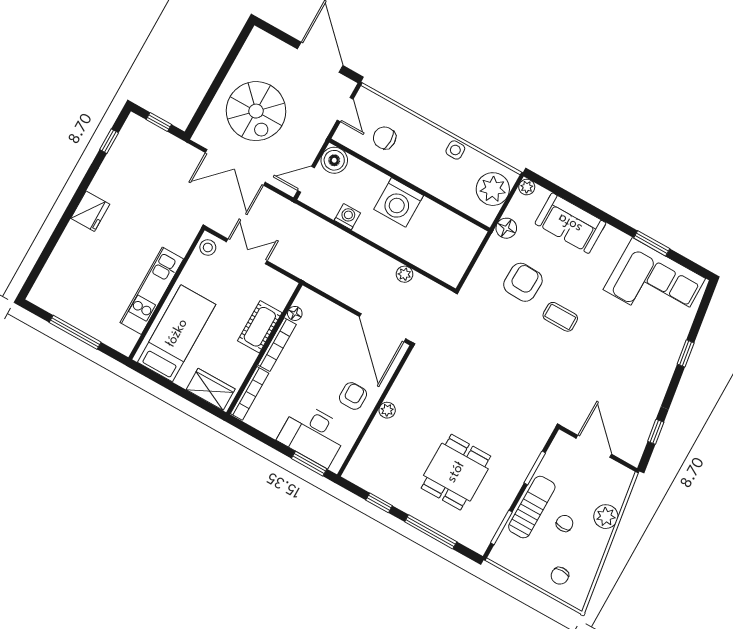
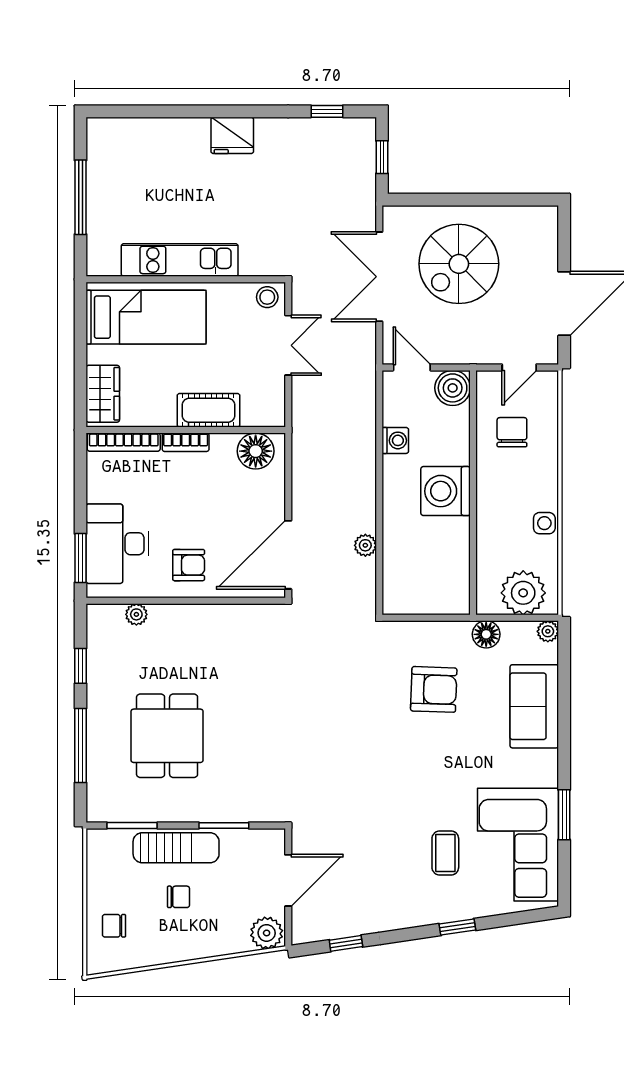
floor lamp: (295, 313) -> (256, 451), width x1.89, depth x1.89
coffee table: (560, 317) -> (445, 853), moved
bookcase: (277, 345) -> (186, 442), width x0.64
plant: (387, 410) -> (136, 614), moved
dining table: (456, 472) -> (167, 736), turned 90
plant: (606, 517) -> (267, 933), moved

